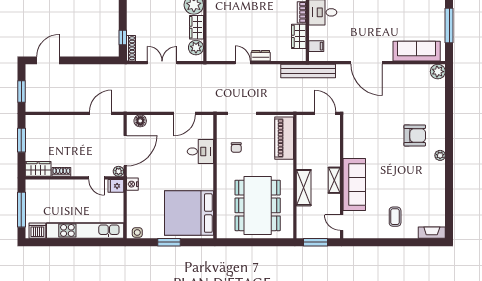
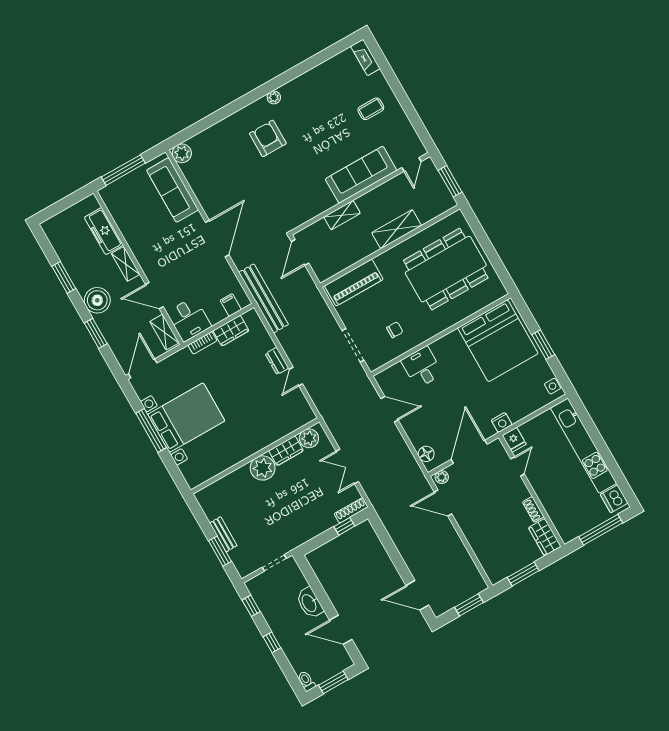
door: (125, 151) -> (469, 452), hinge flipped
plant: (118, 171) -> (442, 477), moved
shelving: (334, 180) -> (342, 215), moved

